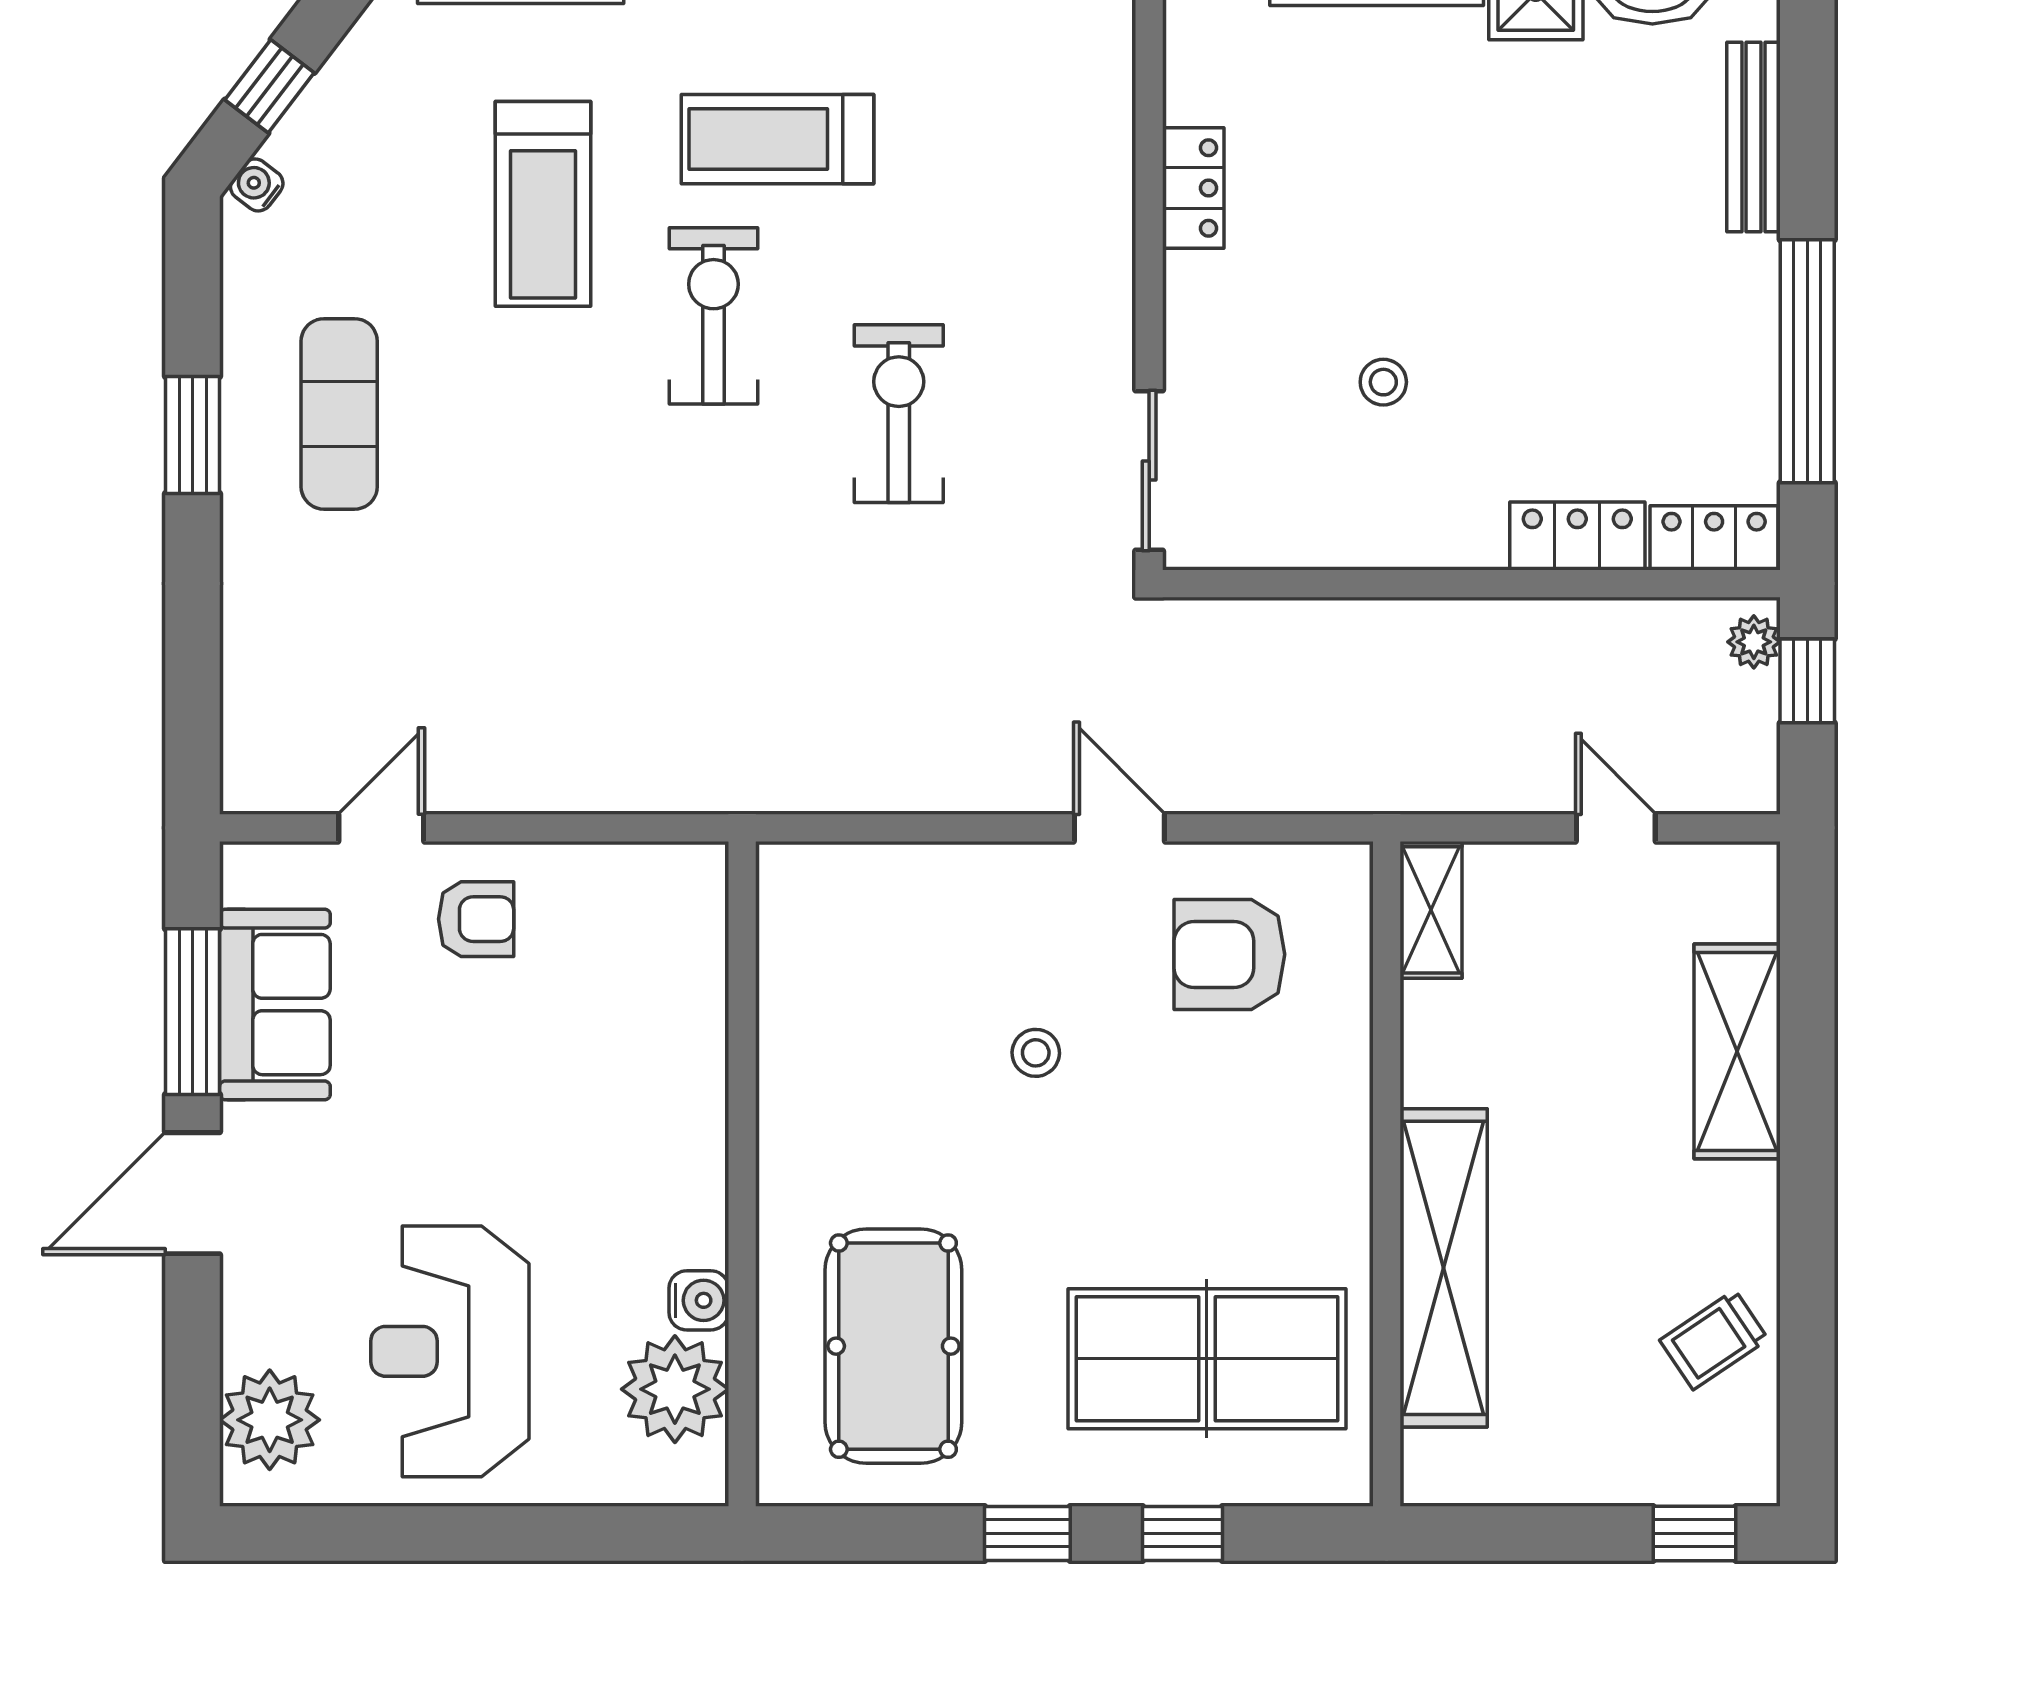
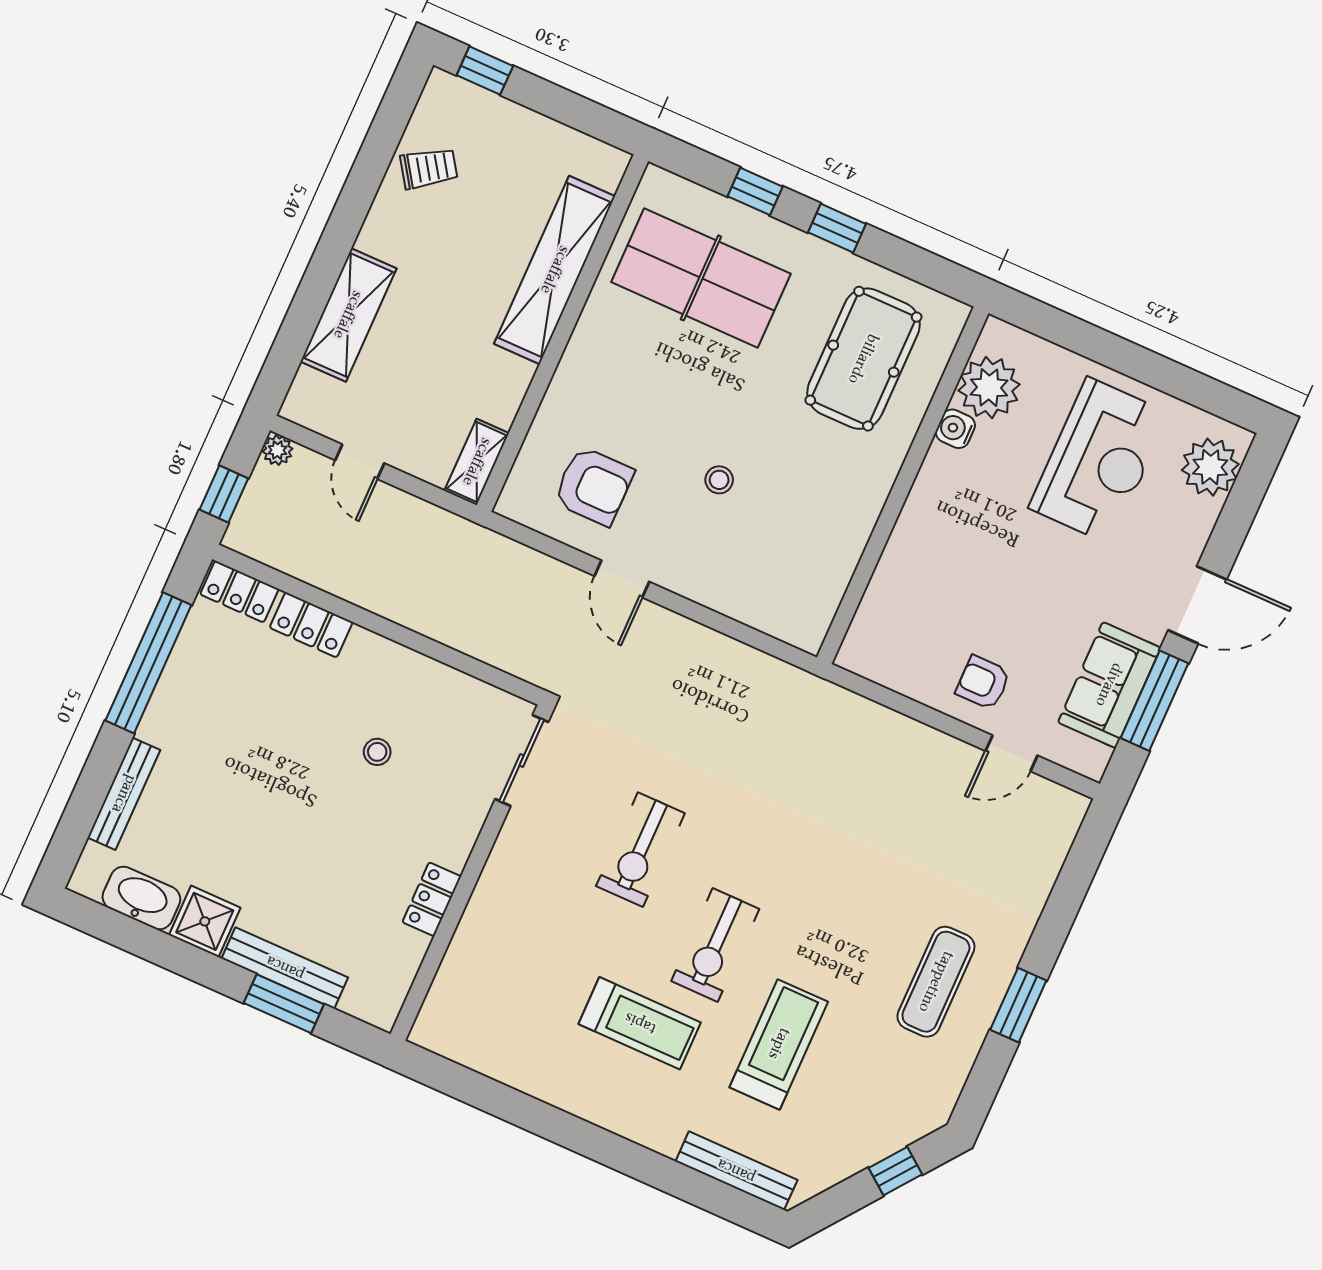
water cooler: (257, 185) -> (925, 1122), removed
plant: (1754, 642) -> (277, 450), moved

